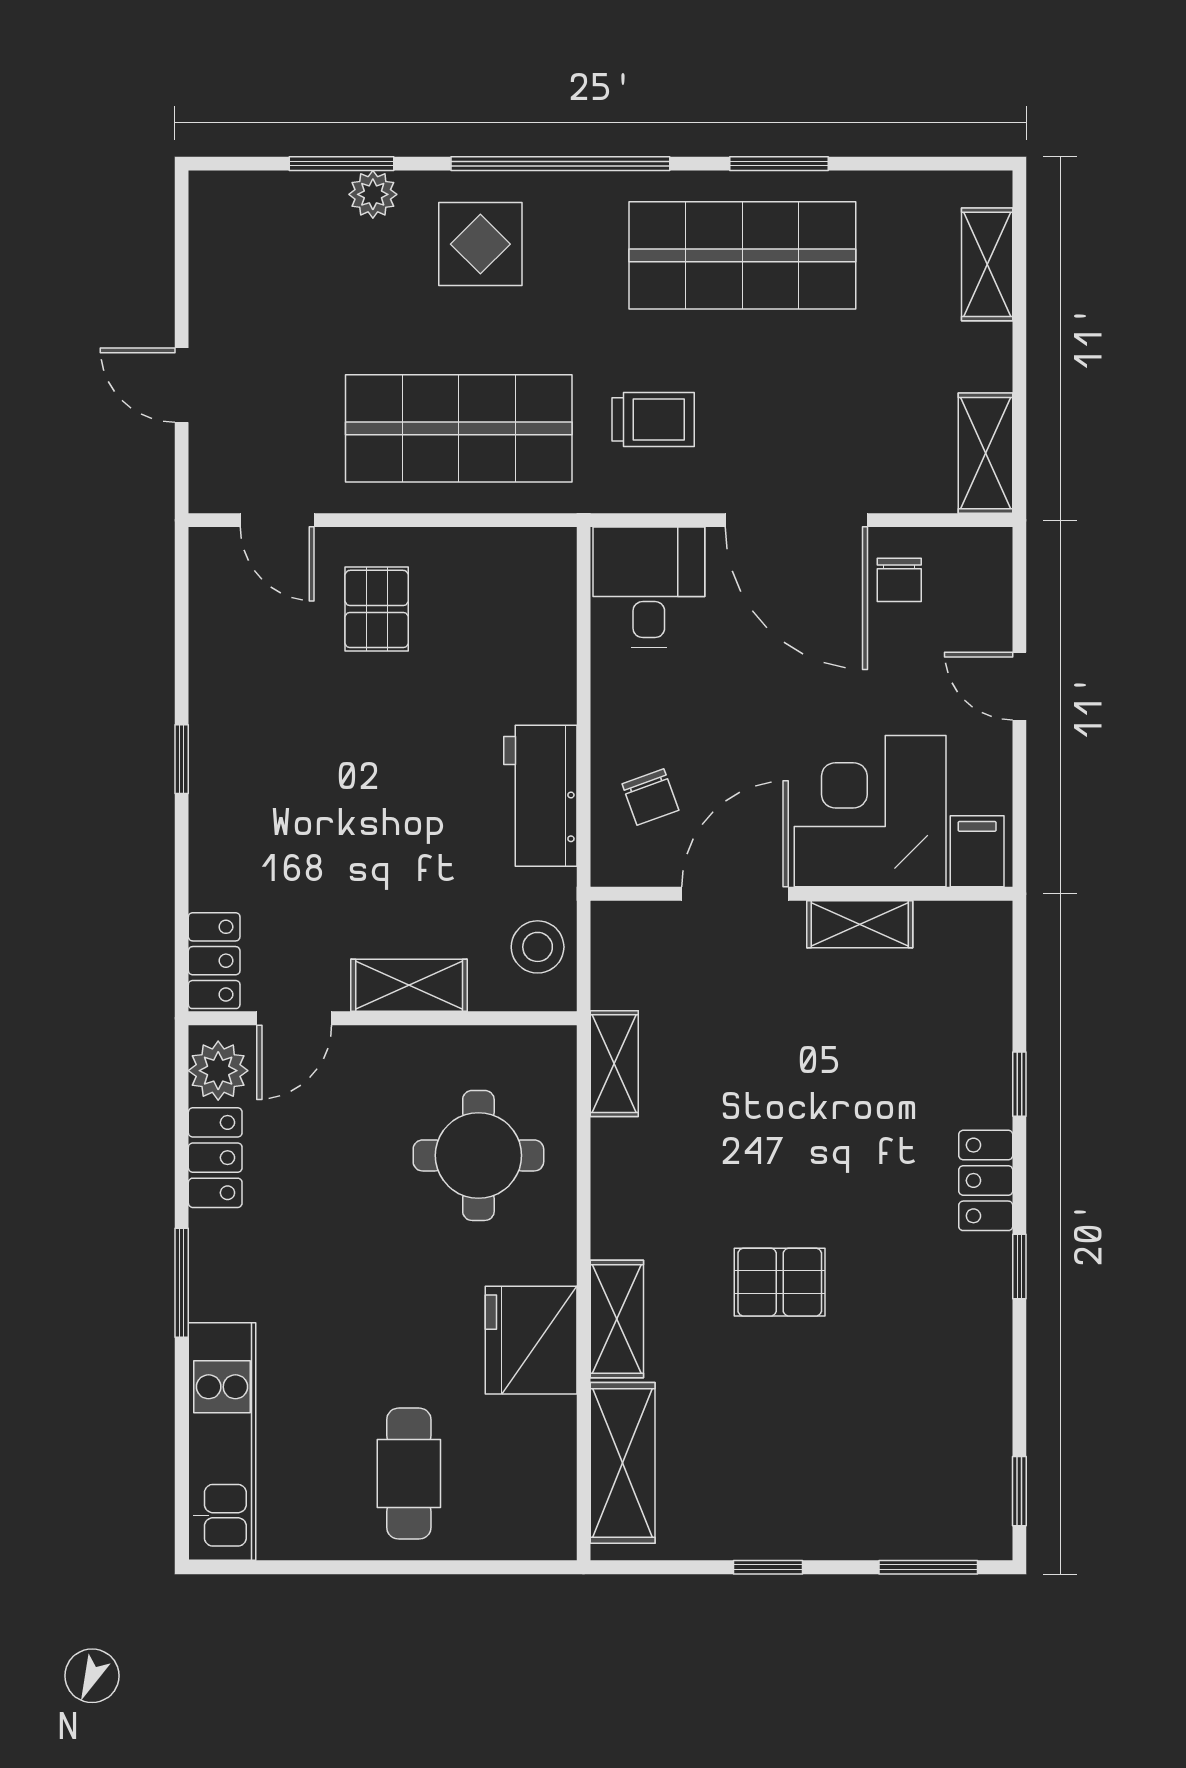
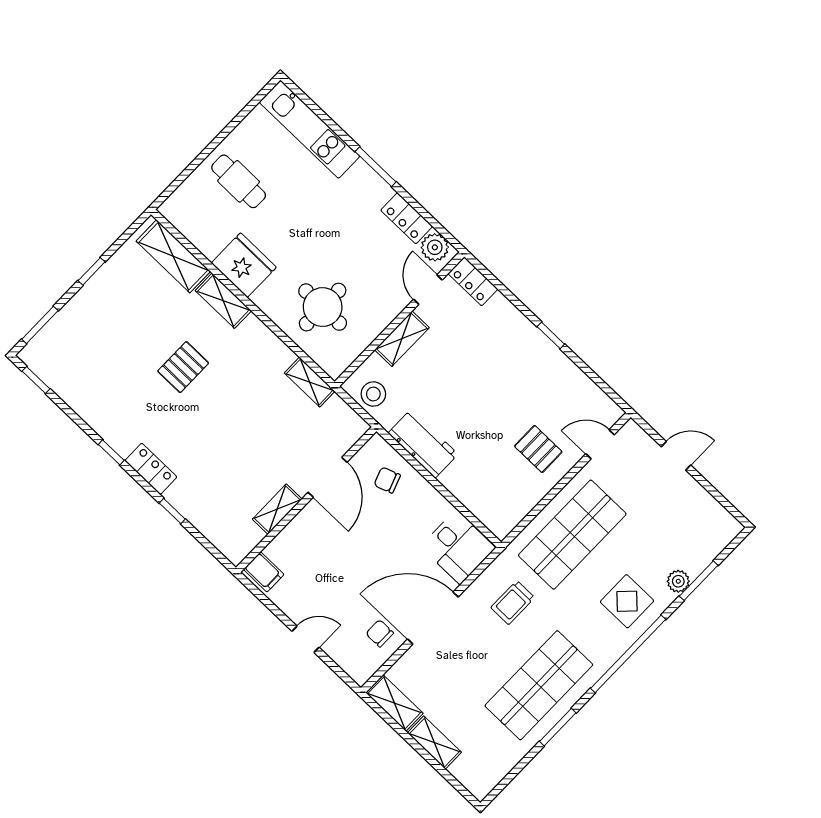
shelving: (987, 264) -> (434, 743), moved
corner desk: (870, 811) -> (312, 549), removed

